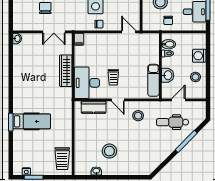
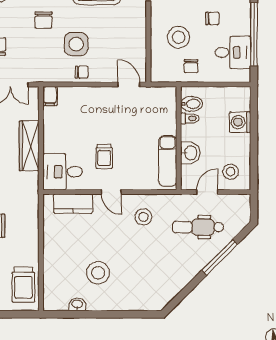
stool: (196, 77) -> (231, 172), moved
desk: (87, 83) -> (63, 172), width x0.73

